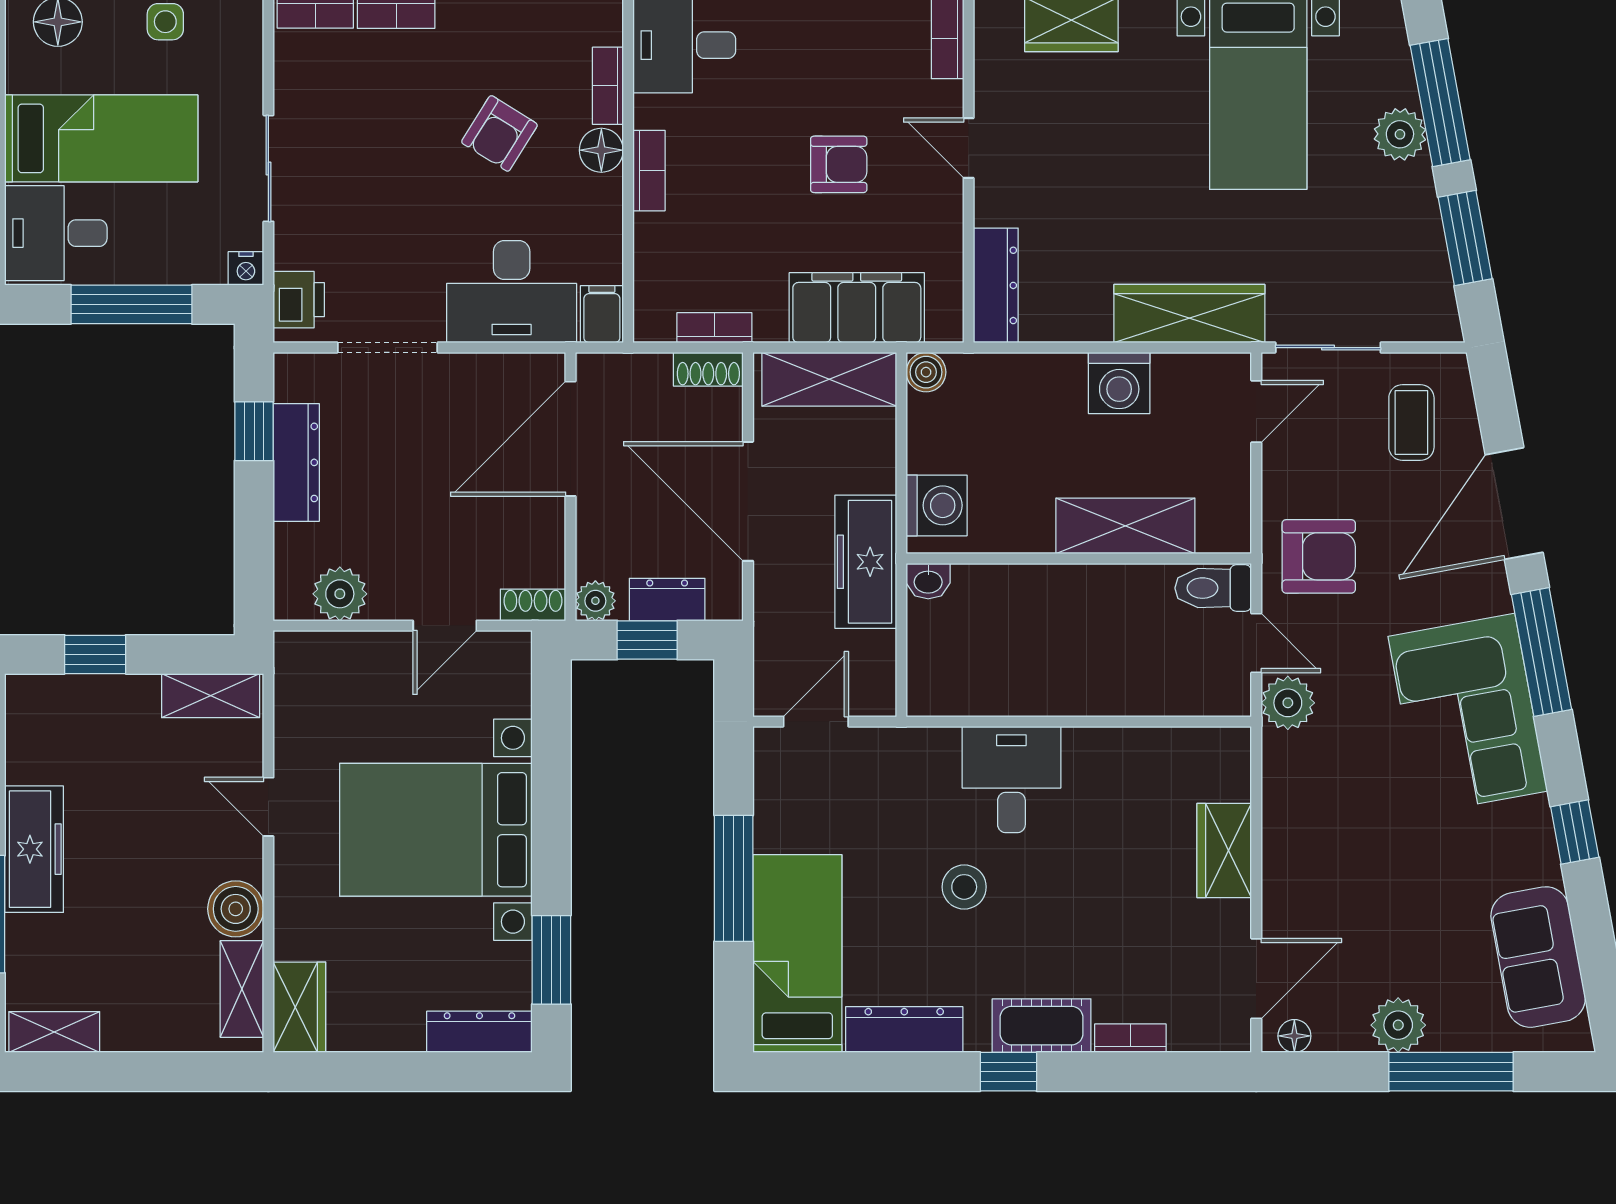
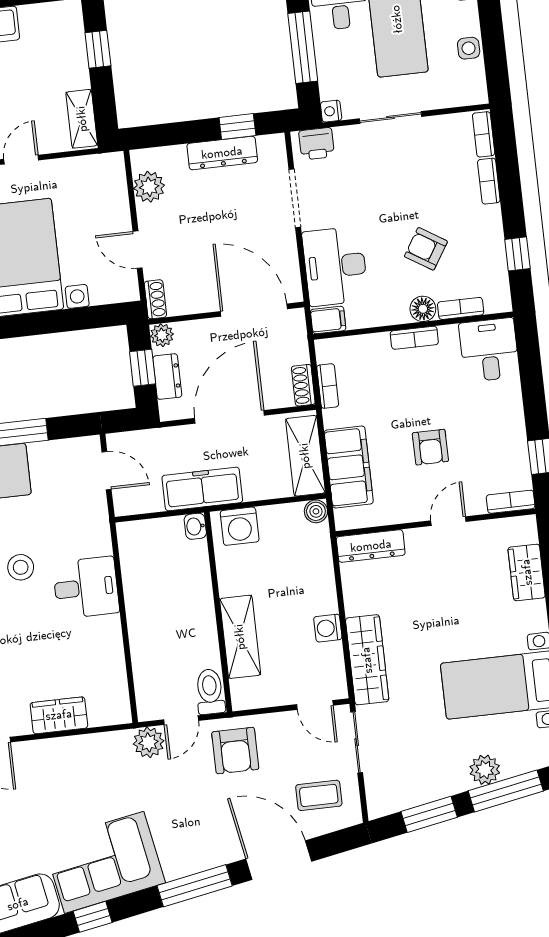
washing machine: (1119, 383) -> (328, 628), width x0.73, depth x0.73
corner sofa: (1468, 714) -> (104, 862), moved

